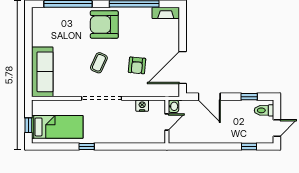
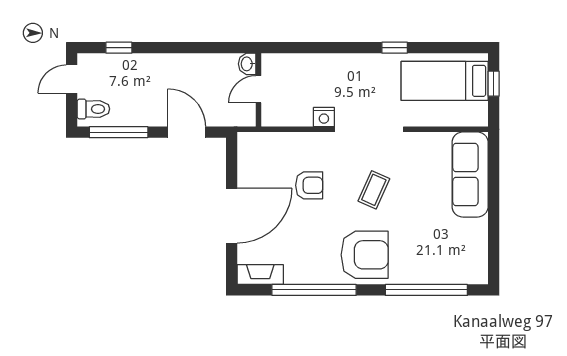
armchair: (137, 65) -> (309, 185), turned 85
door: (183, 67) -> (232, 216), moved
window: (249, 97) -> (119, 132), width x2.17
nightstand: (142, 106) -> (324, 117), moved
washbasin: (173, 106) -> (247, 64), moved

